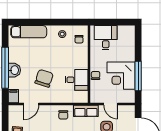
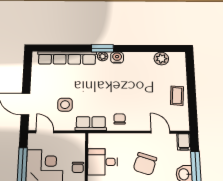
door: (31, 104) -> (160, 132), hinge flipped
door: (111, 104) -> (45, 132), moved

